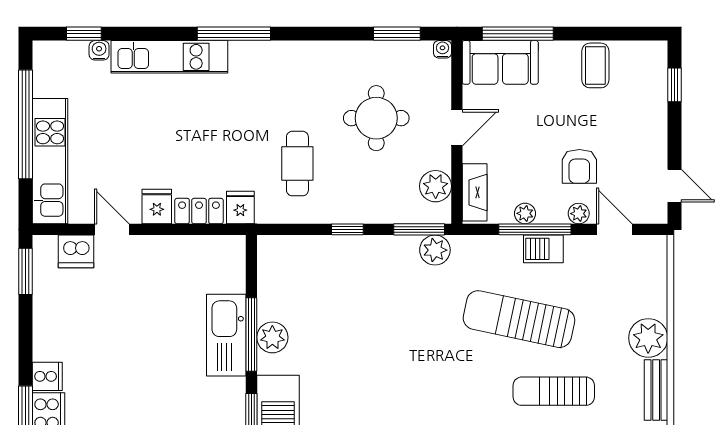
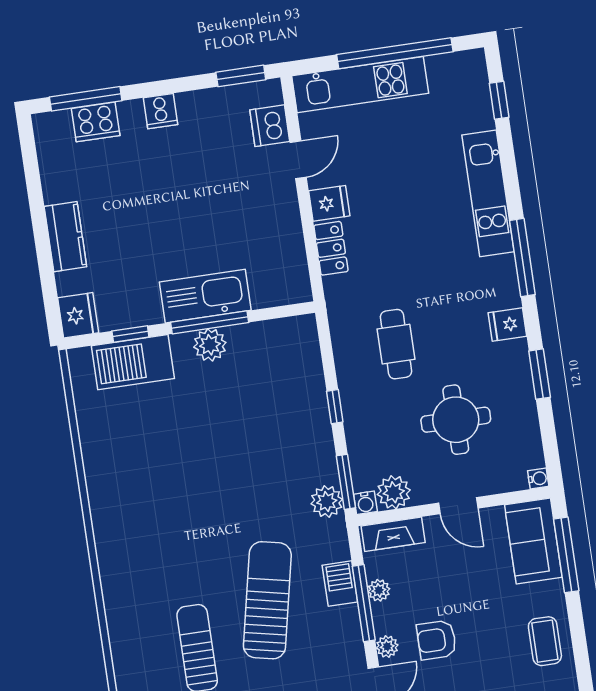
window: (397, 34) -> (540, 374), moved
water cooler: (99, 50) -> (365, 503), moved, turned 90
coffee table: (595, 65) -> (545, 641), turned 90
cafe table: (297, 164) -> (396, 344), turned 90
fridge: (240, 208) -> (507, 324), moved, turned 180
barbecue: (543, 249) -> (340, 584), moved
cooker: (47, 376) -> (160, 111), moved

